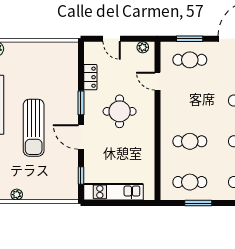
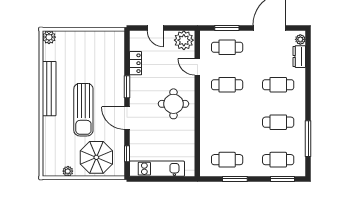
plant: (143, 47) -> (184, 40), width x1.88, depth x1.88
round table: (120, 111) -> (173, 104), moved
cafe table: (190, 141) -> (227, 85), moved
parasol: (48, 179) -> (96, 157), added

